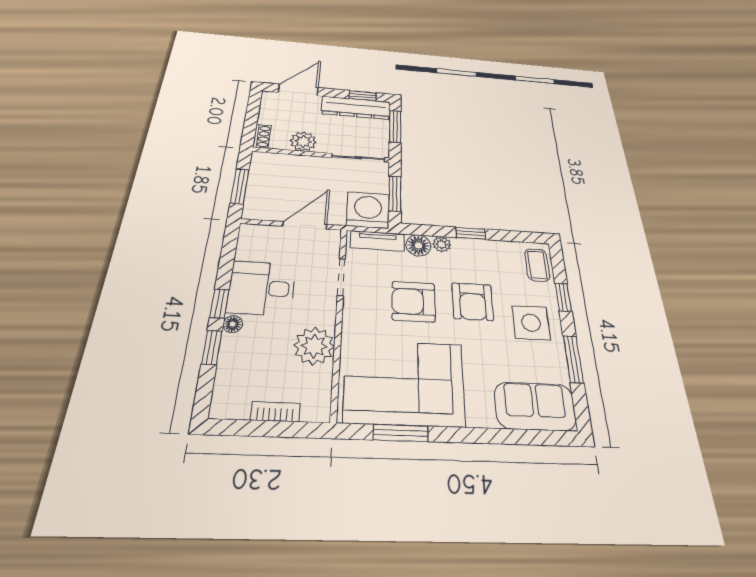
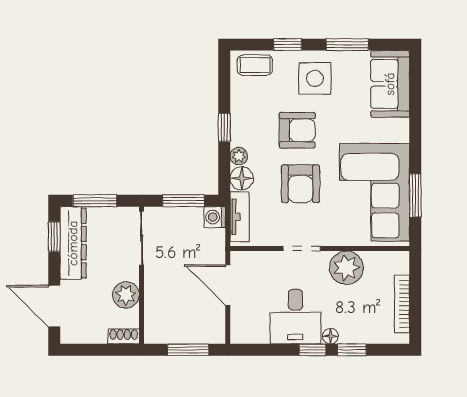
washing machine: (368, 210) -> (215, 217), width x0.53, depth x0.53
doorway: (341, 277) -> (302, 248), moved
bookcase: (275, 412) -> (402, 304), width x1.56

